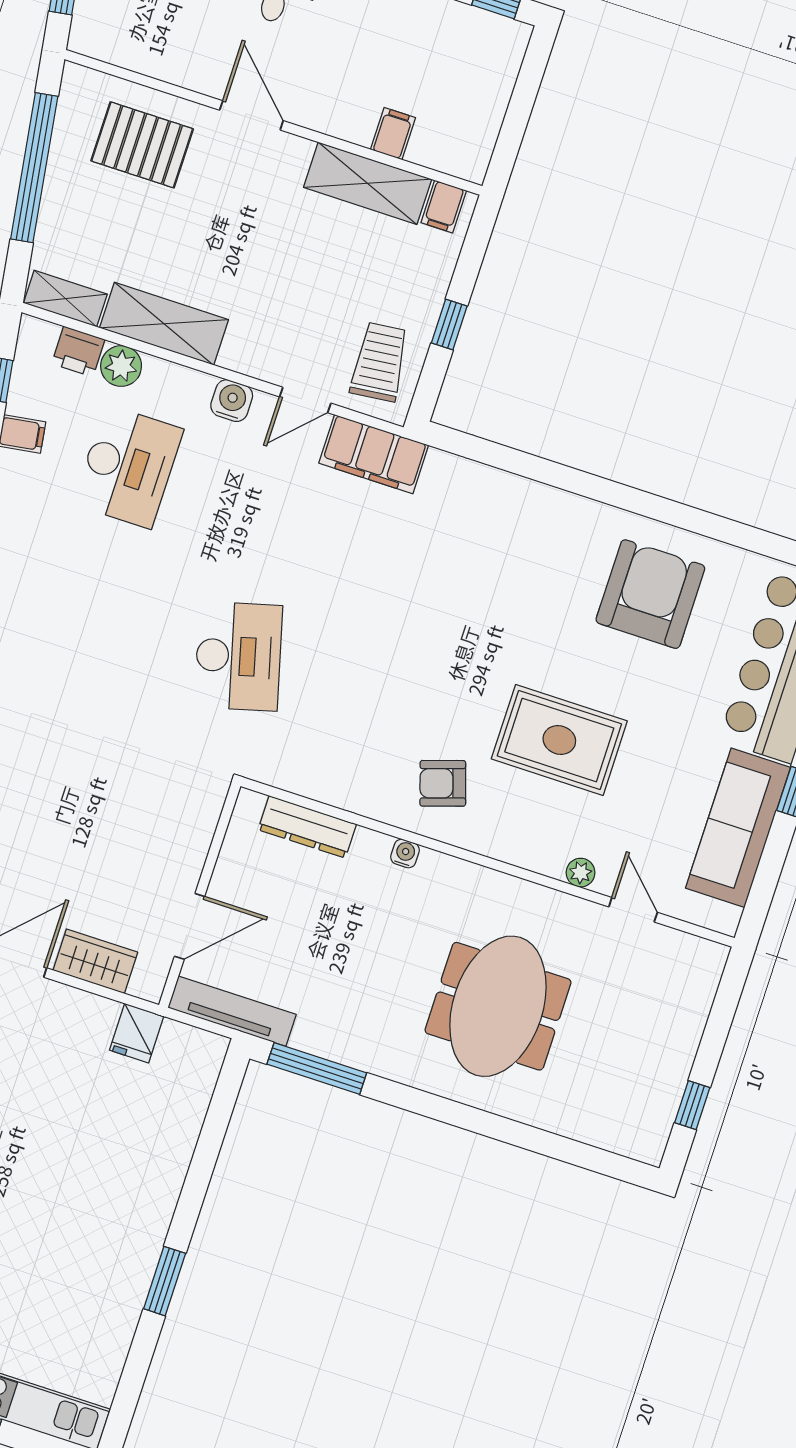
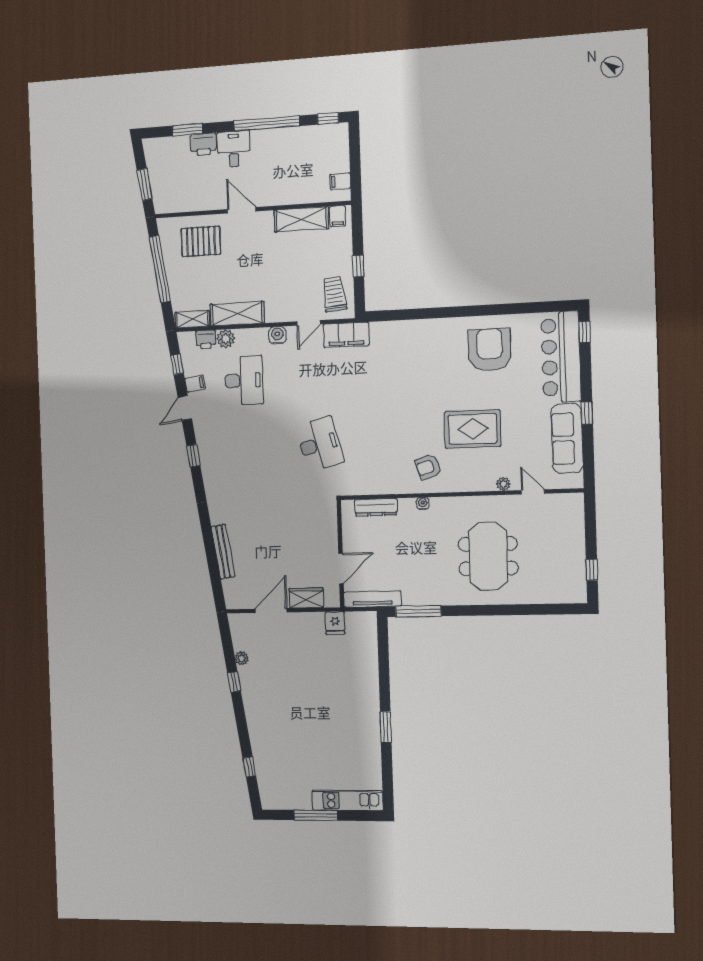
filing cabinet: (393, 134) -> (340, 181), moved, turned -90

